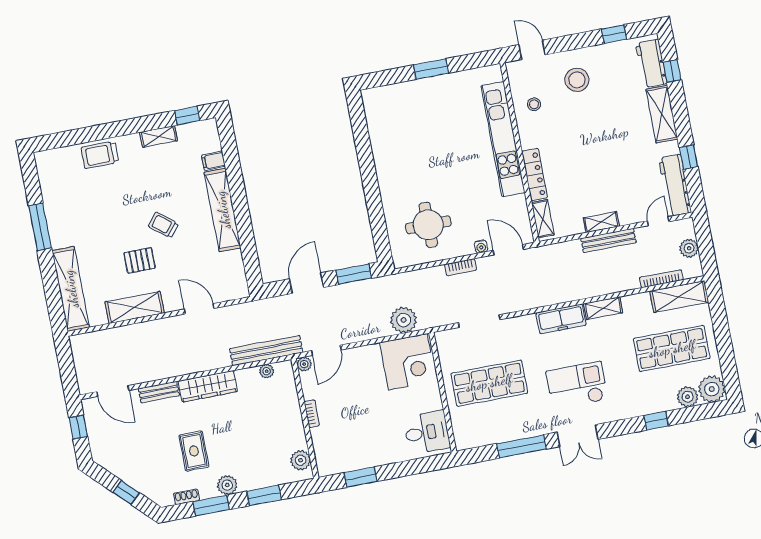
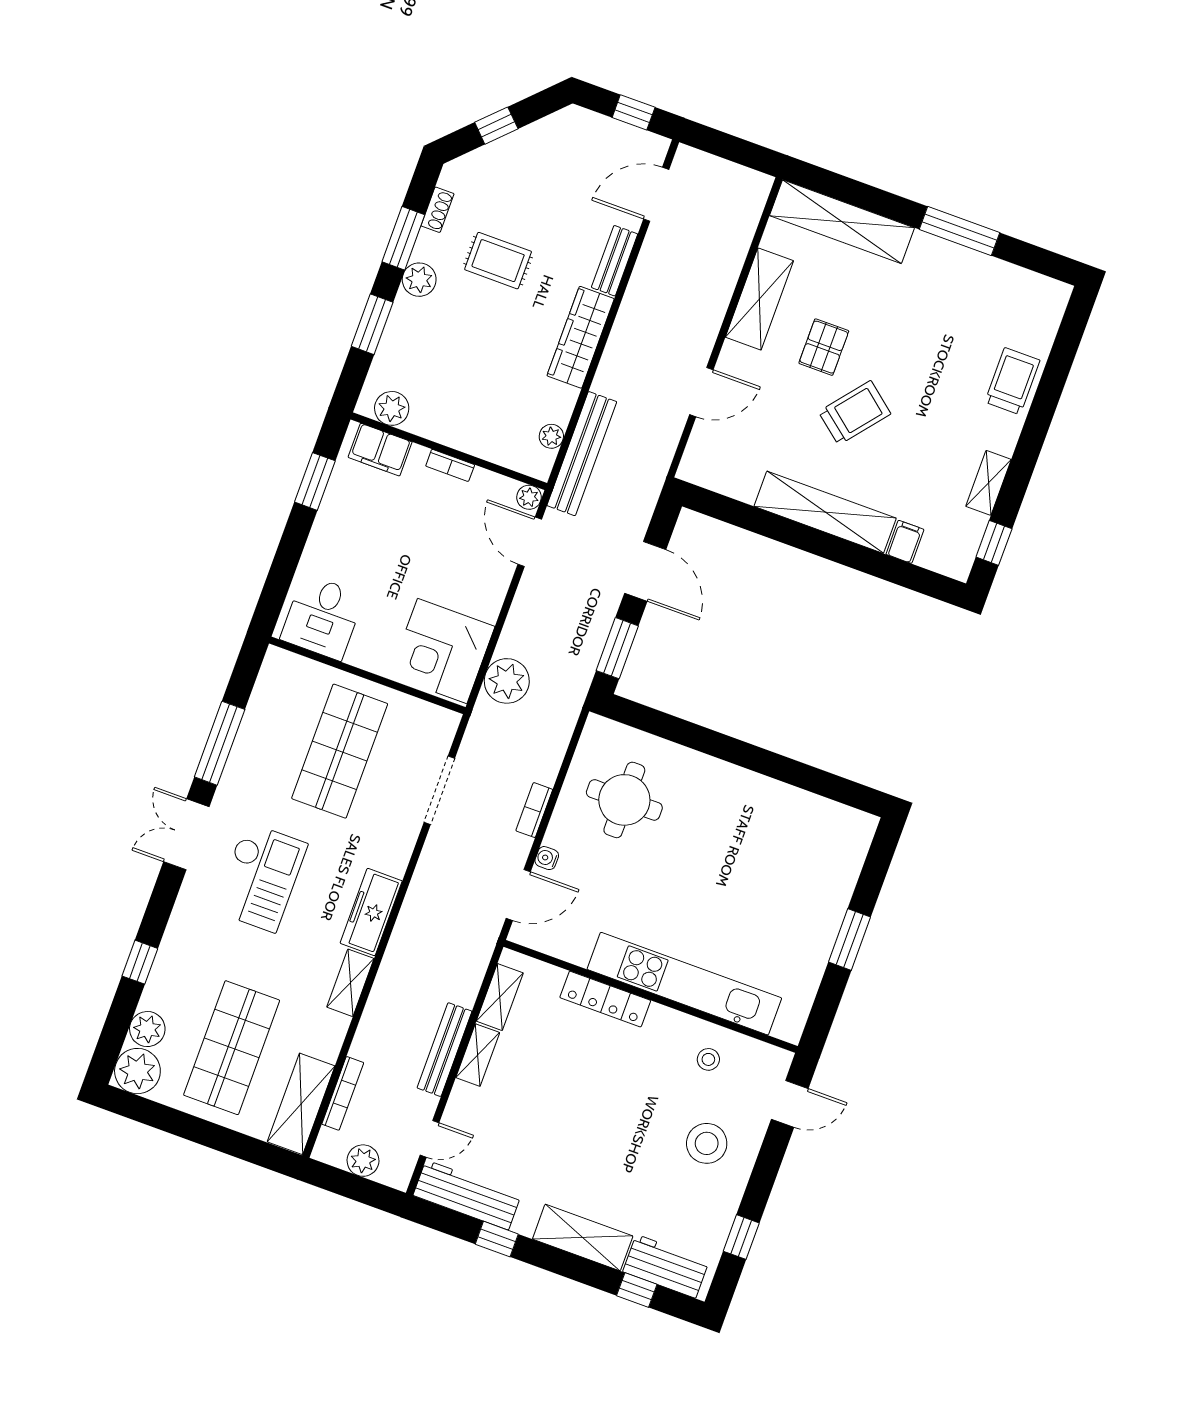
shelving: (543, 219) -> (500, 997), moved, turned 90
door: (658, 221) -> (429, 1139), hinge flipped
trolley: (163, 225) -> (855, 413), width x1.36, depth x1.39
filing cabinet: (325, 454) -> (380, 450), added

